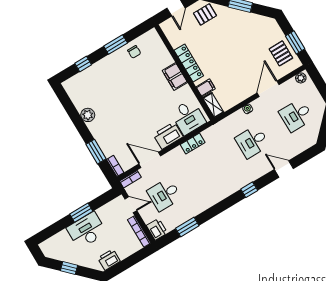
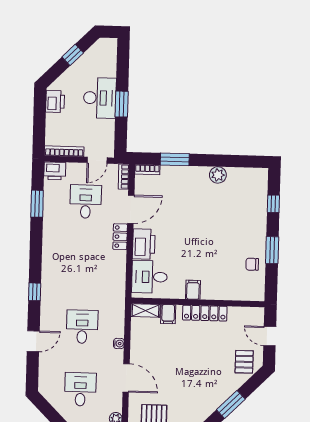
filing cabinet: (175, 76) -> (193, 290), width x0.50
locker: (193, 144) -> (120, 237), moved

